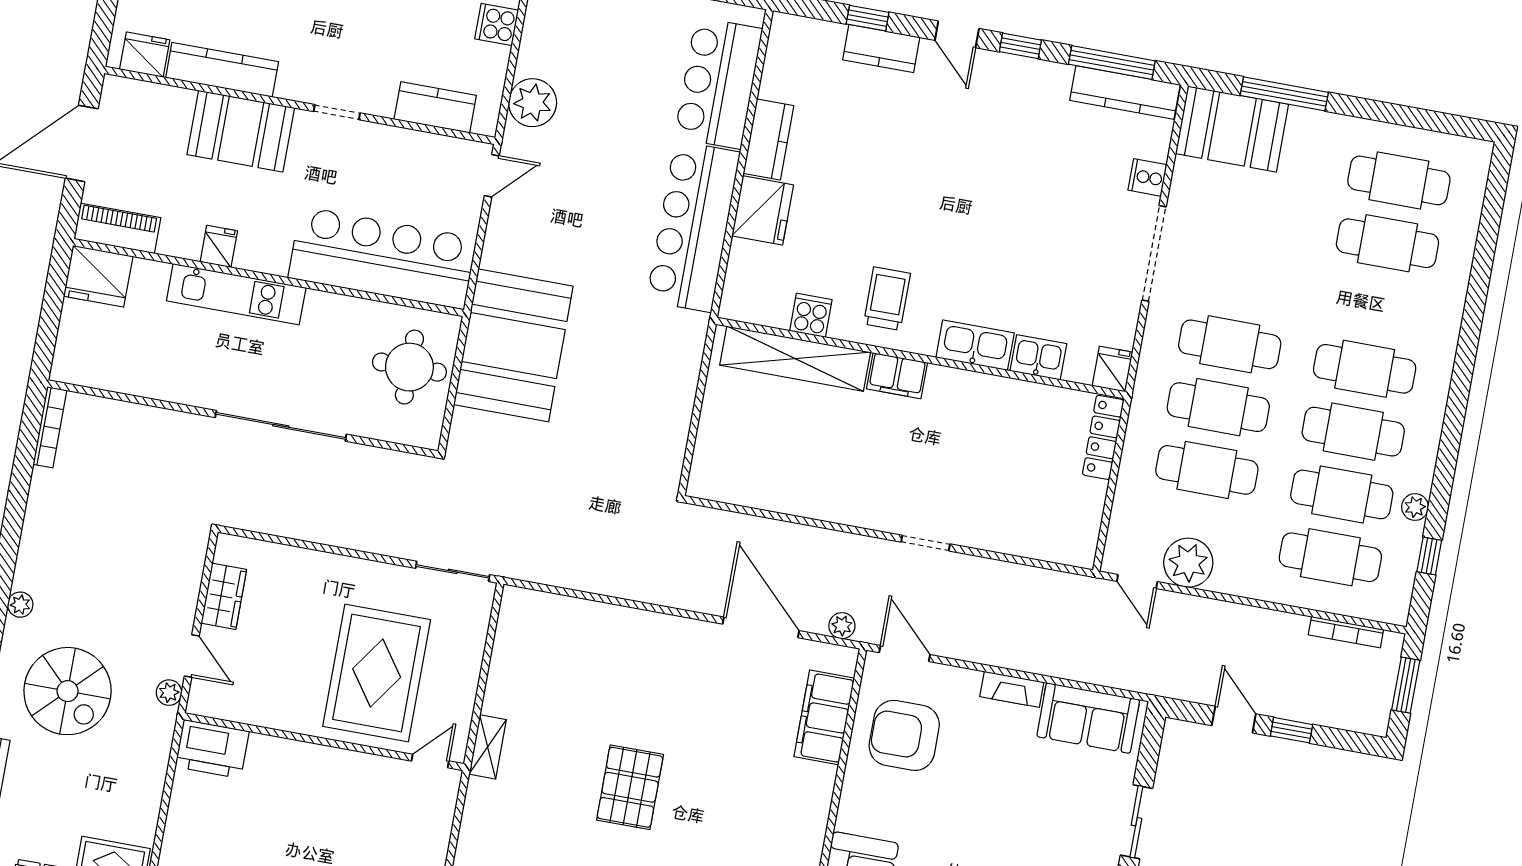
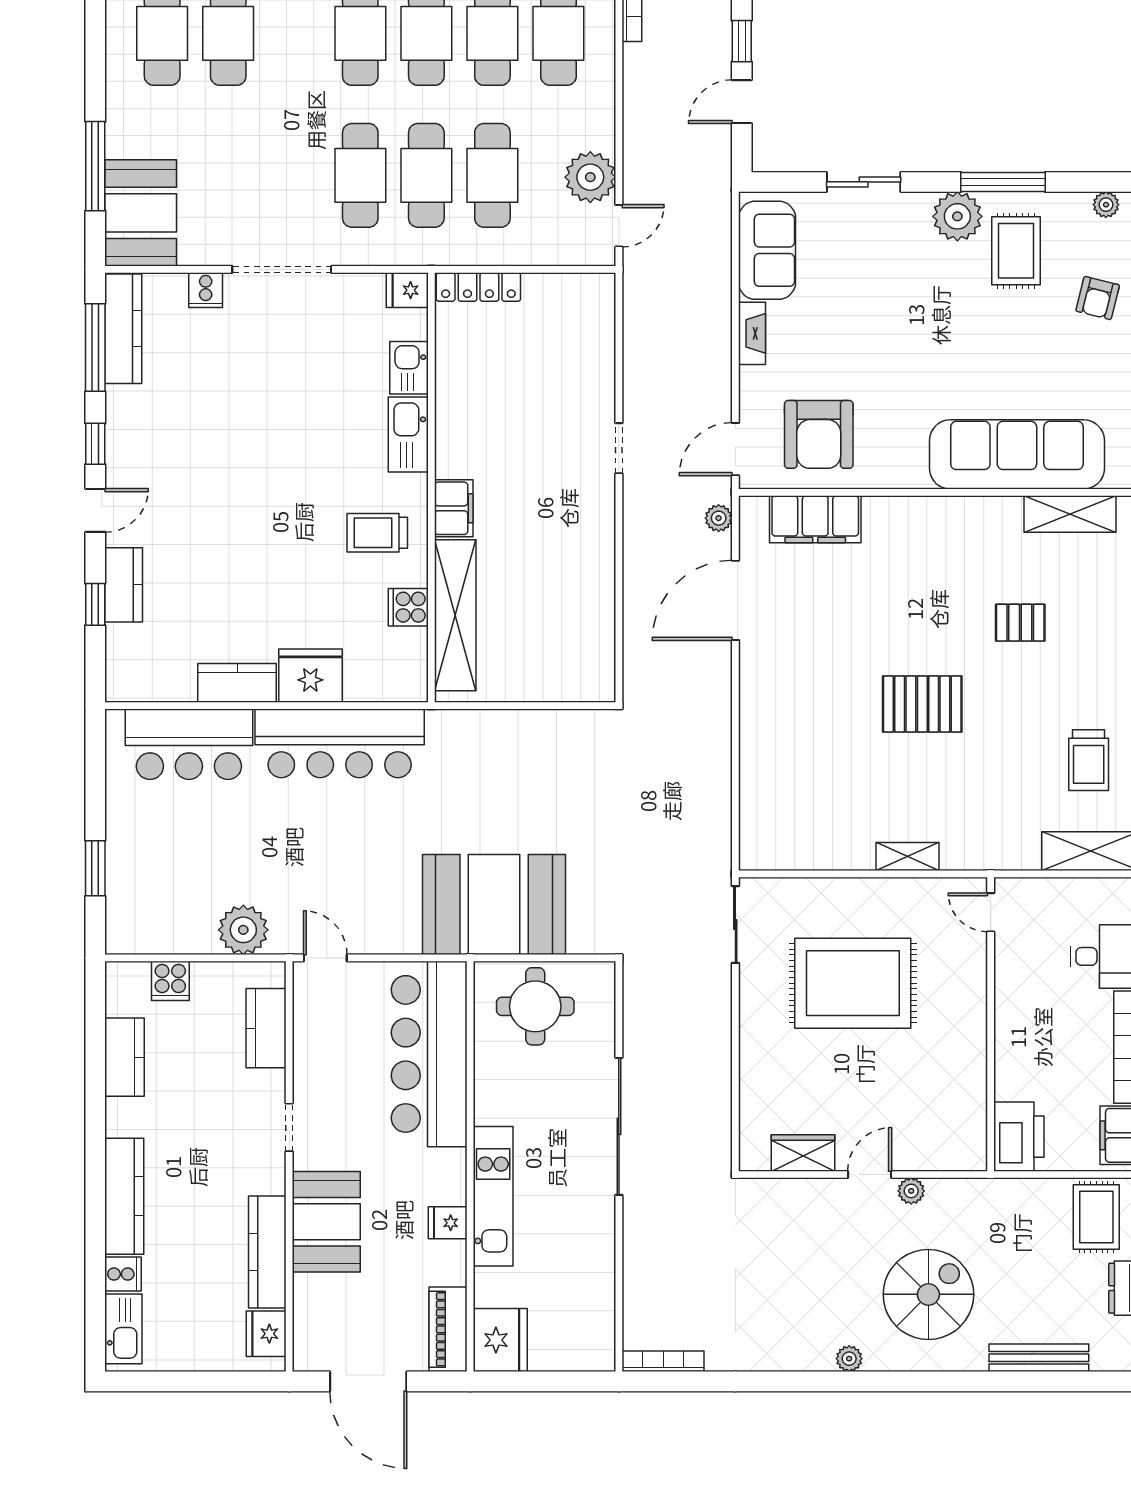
wall: (324, 742) -> (991, 1024), moved
printer: (212, 749) -> (1019, 1137), moved
door: (430, 761) -> (991, 912), moved

